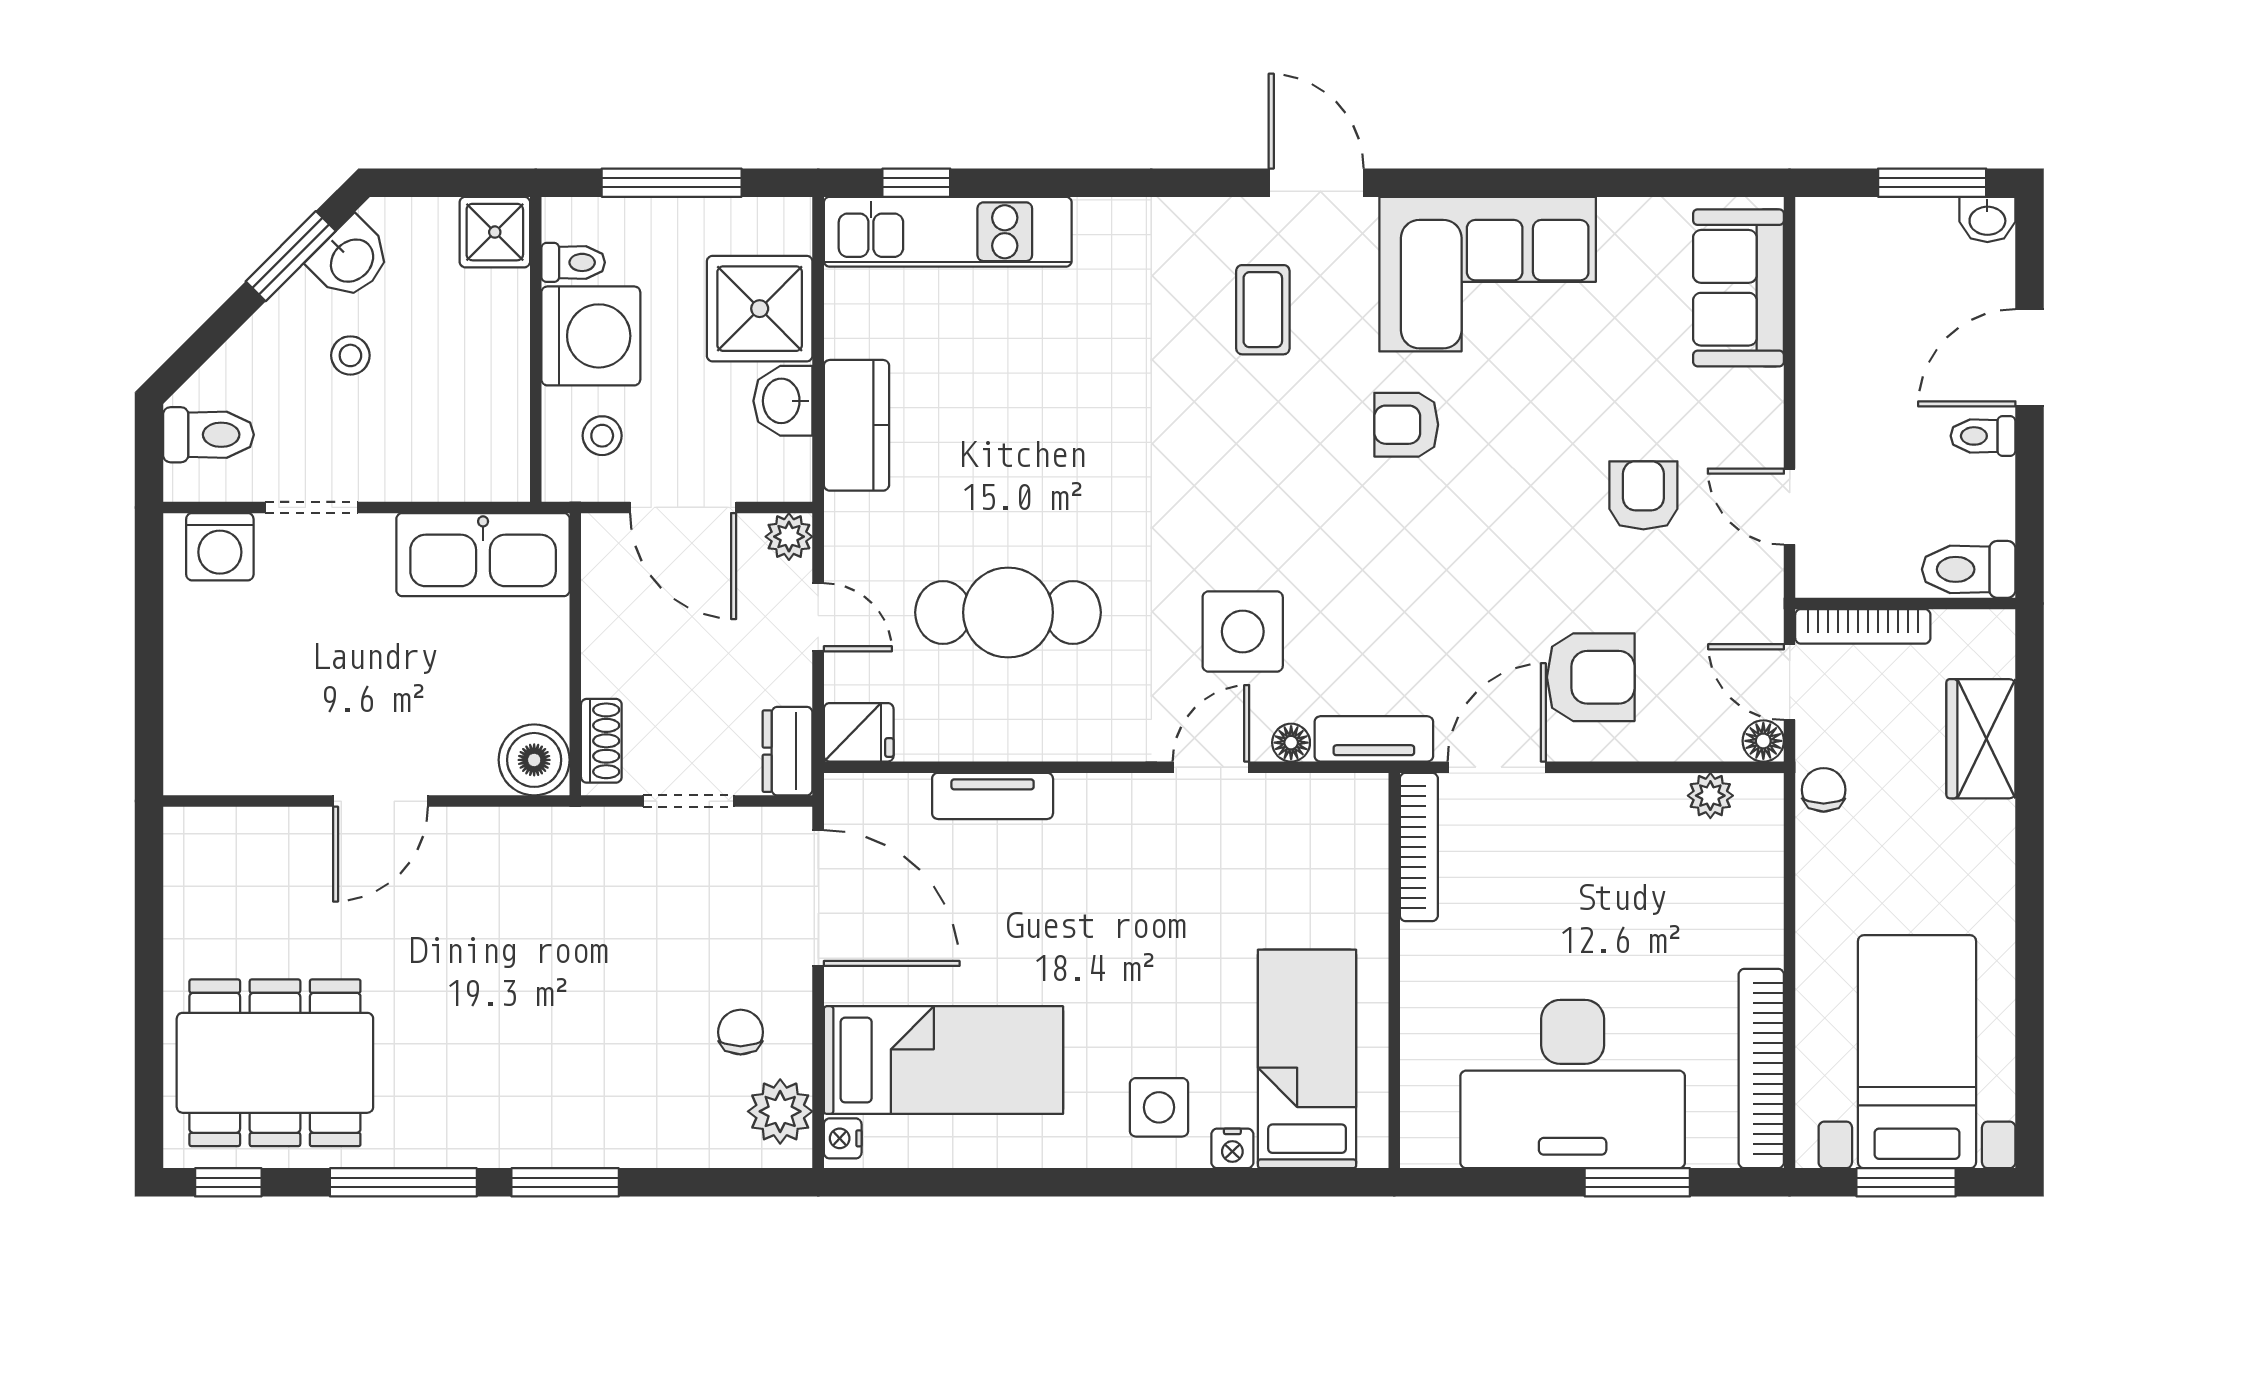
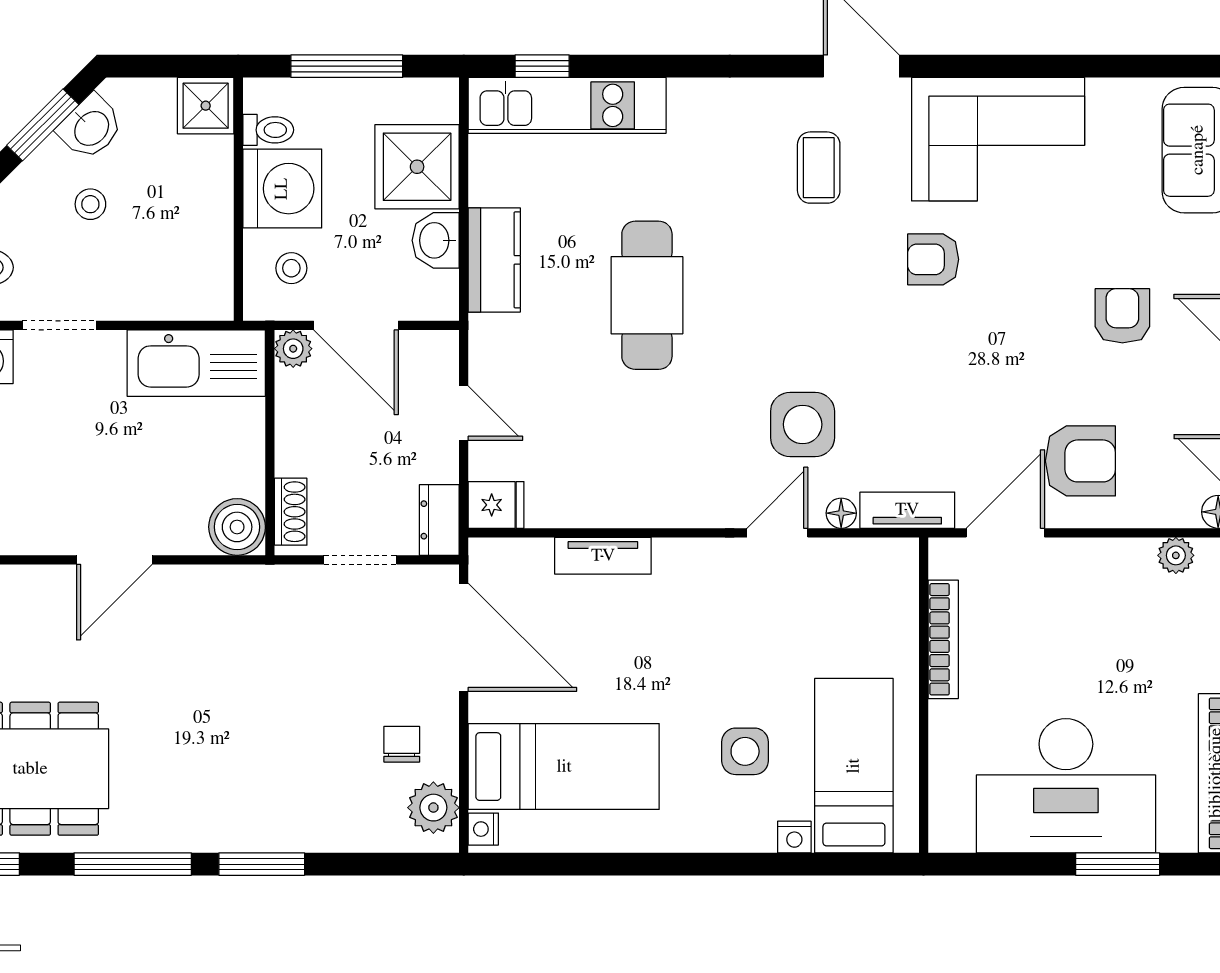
plant: (789, 537) -> (293, 349), moved
cafe table: (1008, 612) -> (647, 295), moved, turned 90
bookcase: (1419, 847) -> (943, 639), moved
side table: (1159, 1107) -> (745, 751), moved

